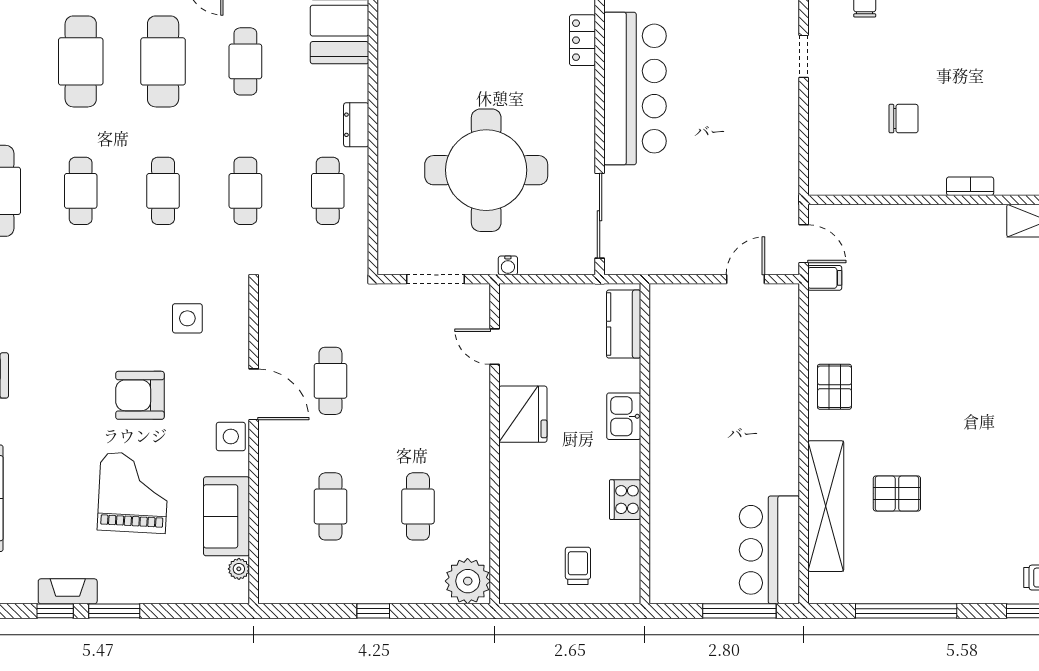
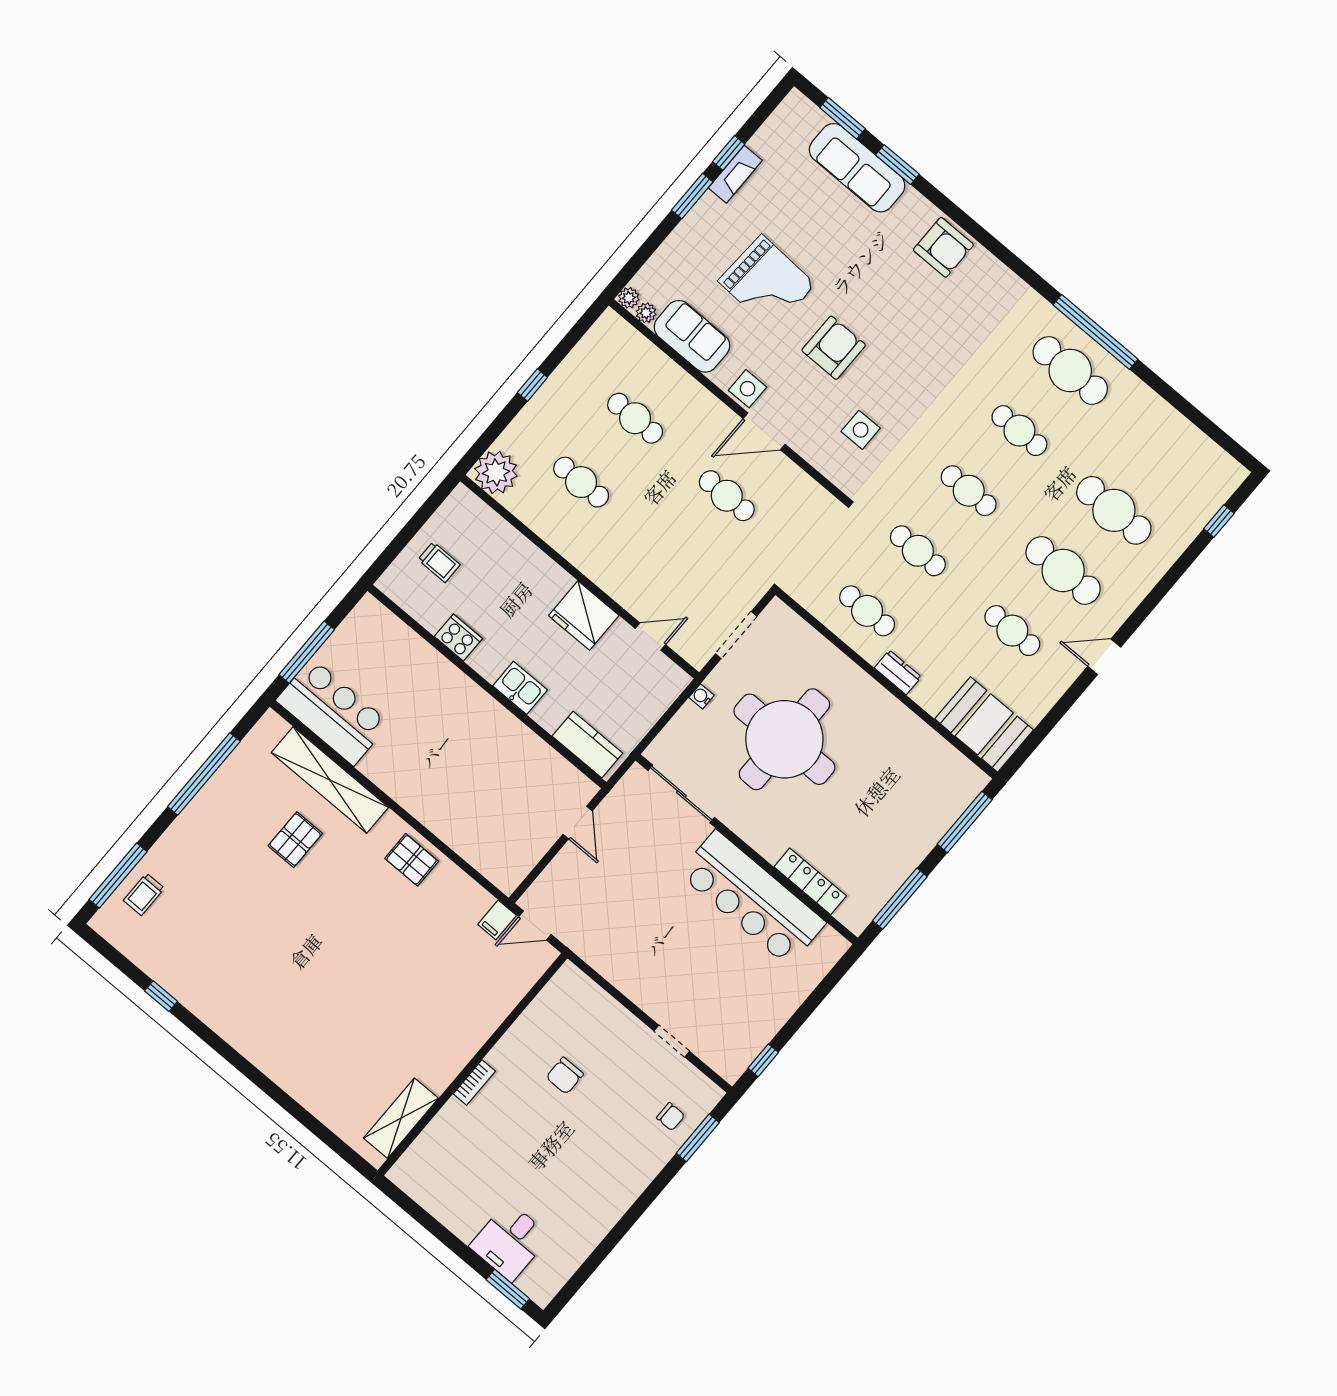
locker: (582, 40) -> (810, 881), width x1.53
door: (745, 279) -> (578, 823), moved
plant: (238, 593) -> (629, 298), added

